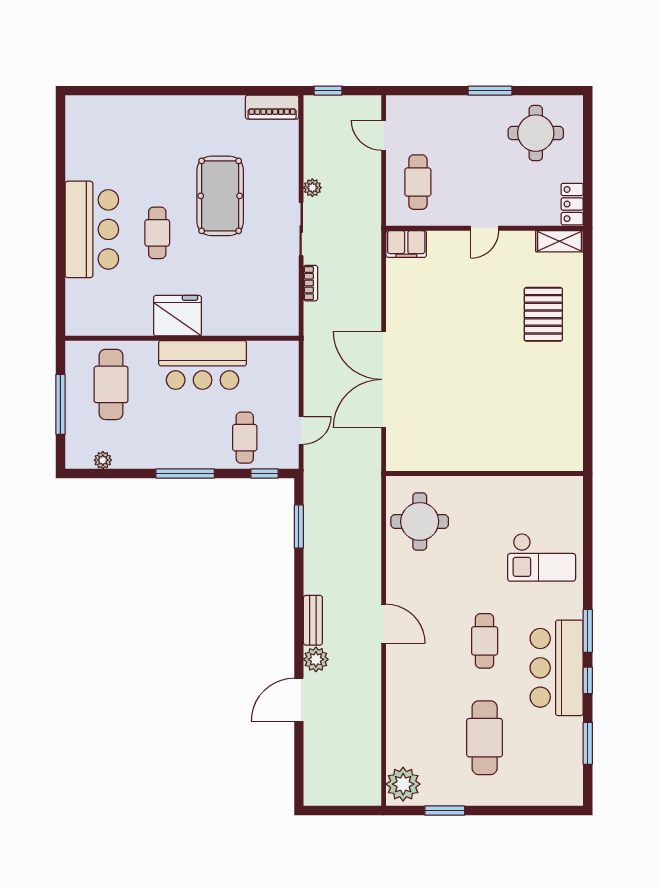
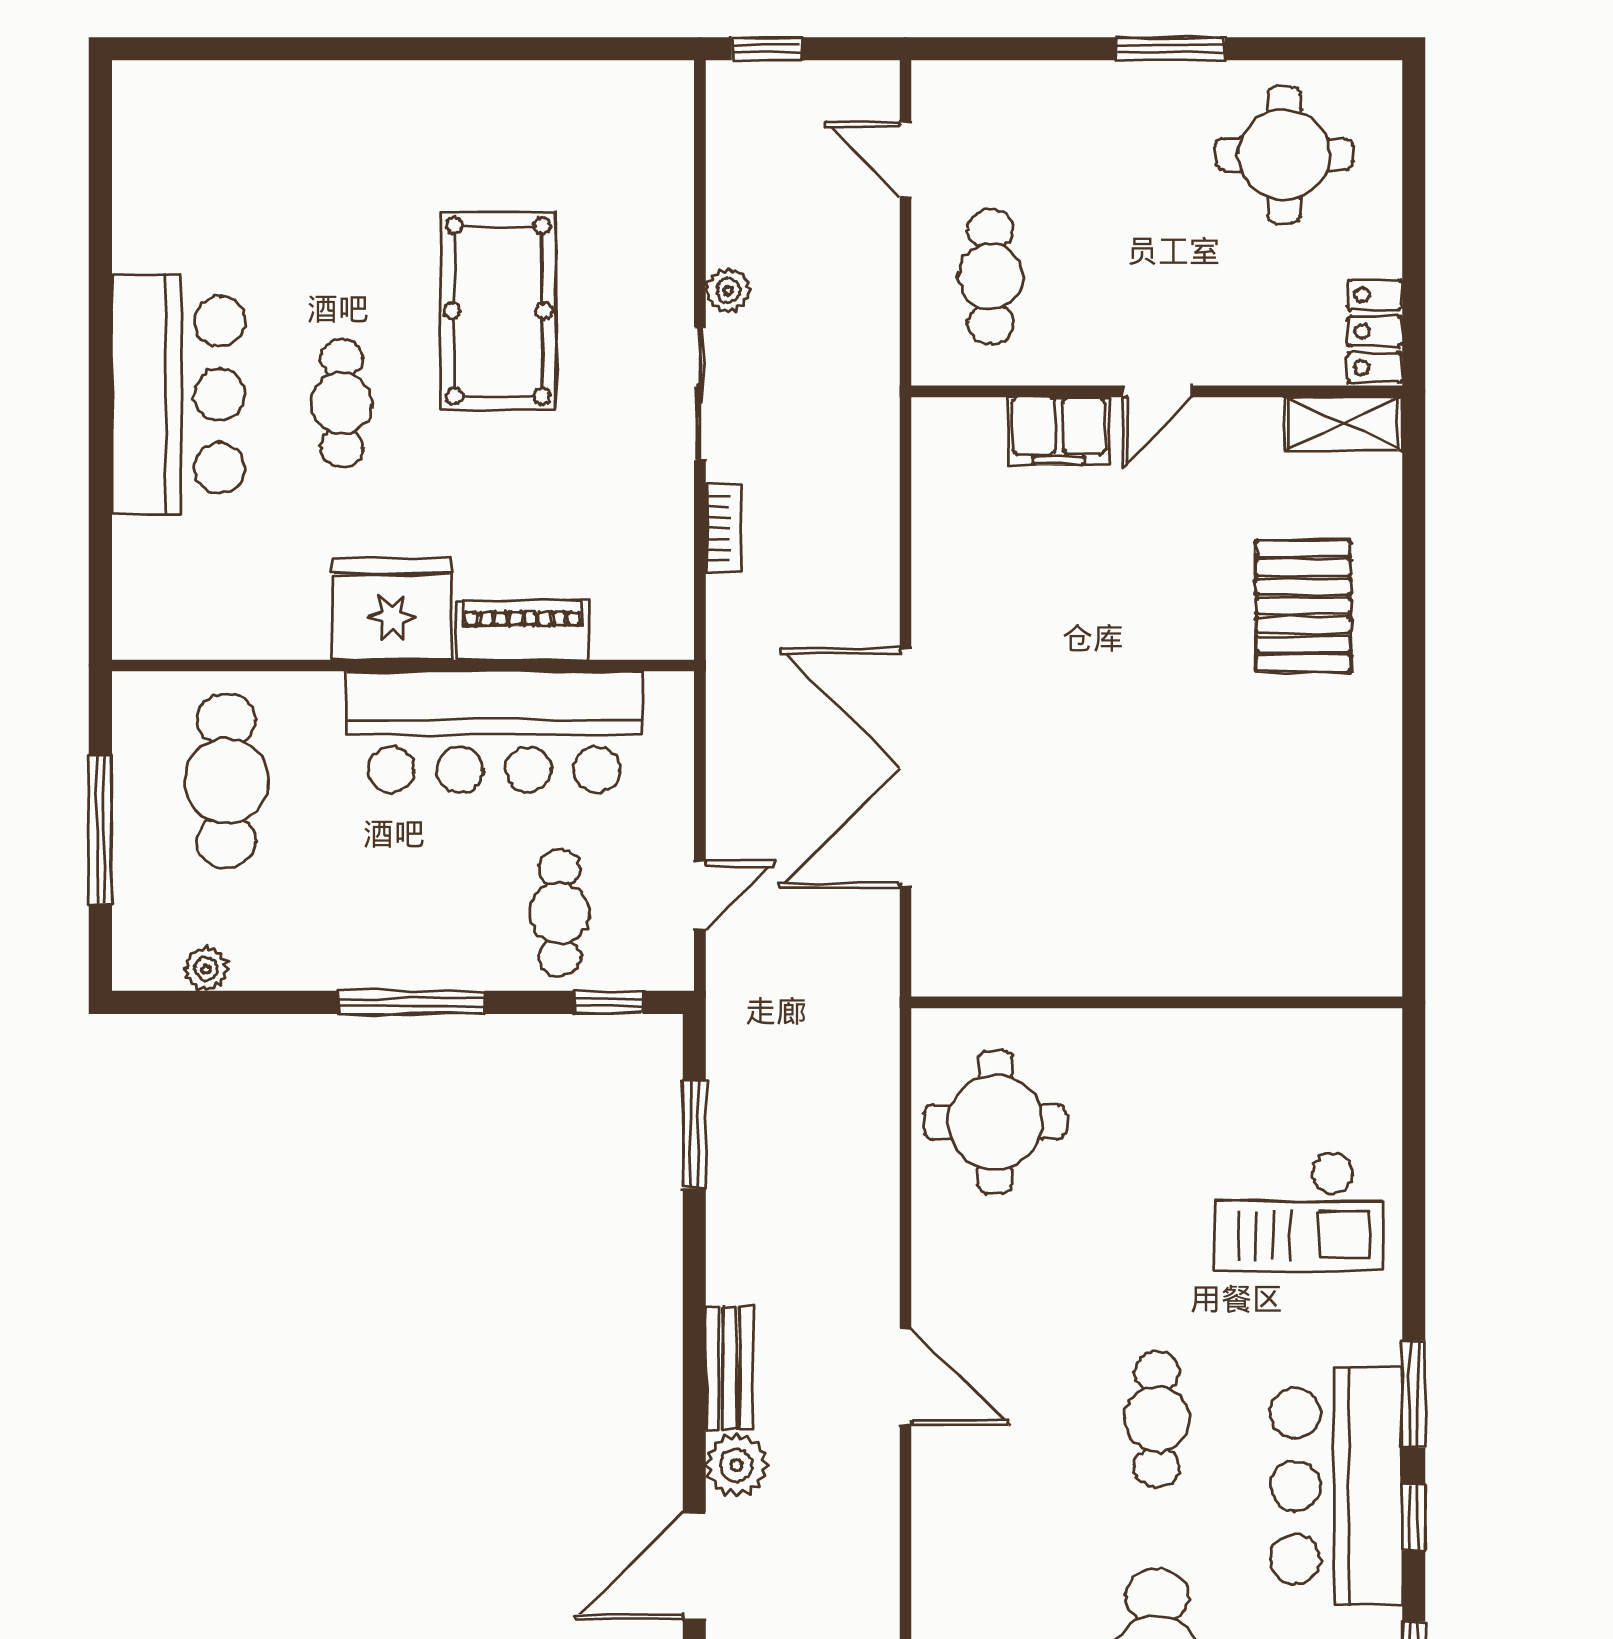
piano: (272, 107) -> (523, 630), moved, turned 180
filing cabinet: (406, 244) -> (1059, 431), moved
bar counter: (203, 365) -> (494, 732), width x1.36

